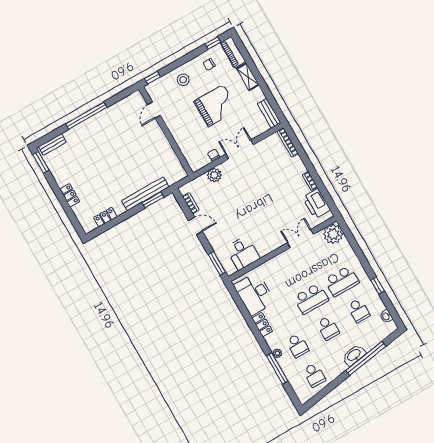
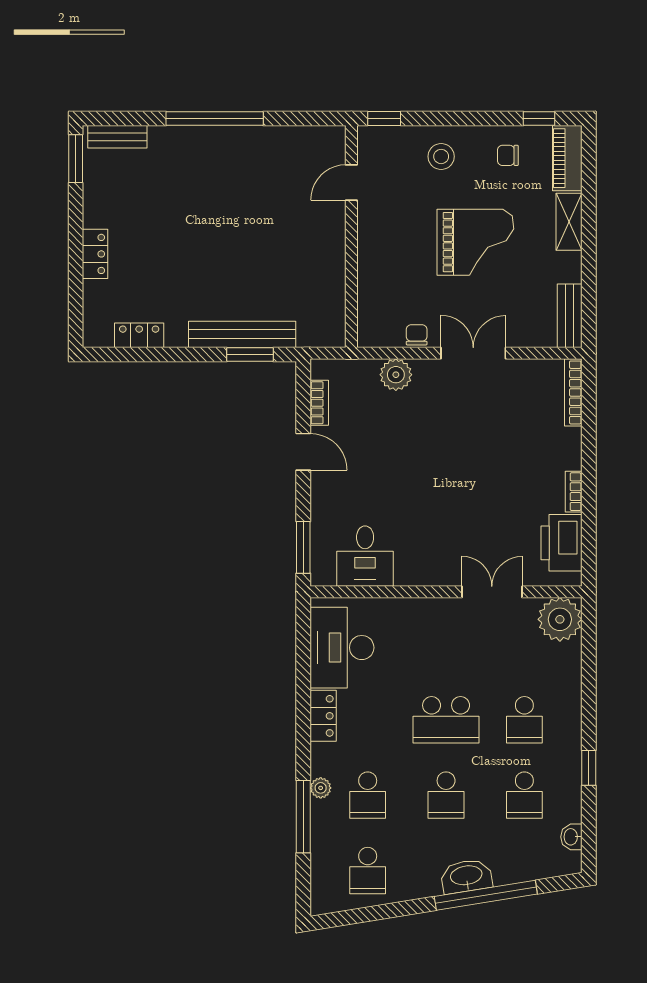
school desk: (342, 281) -> (524, 720), width x0.54

